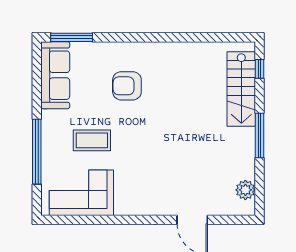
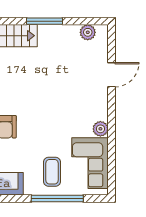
coffee table: (92, 140) -> (52, 172), moved
plant: (124, 206) -> (100, 129), added

